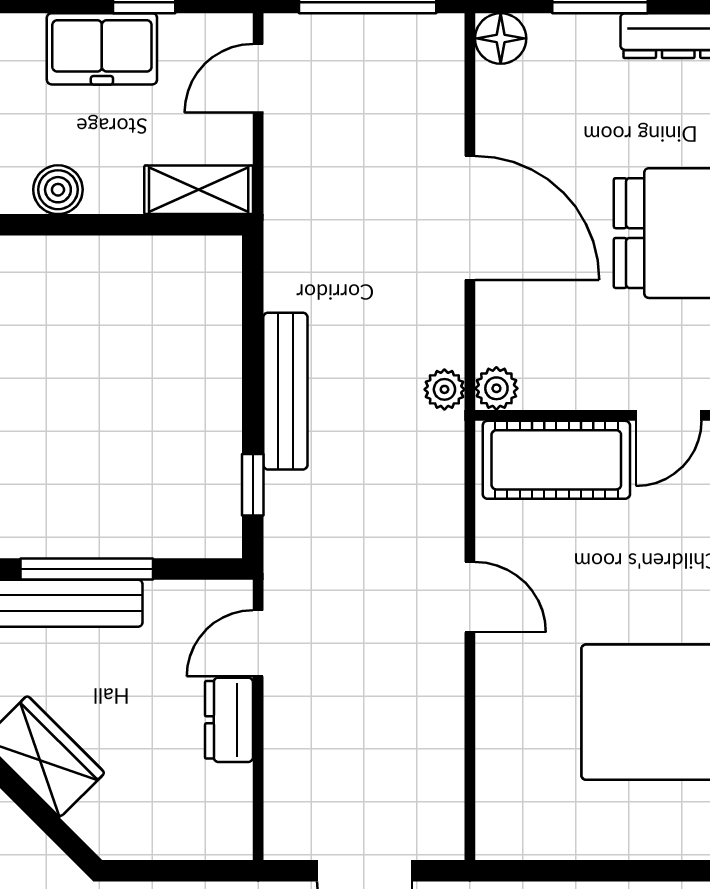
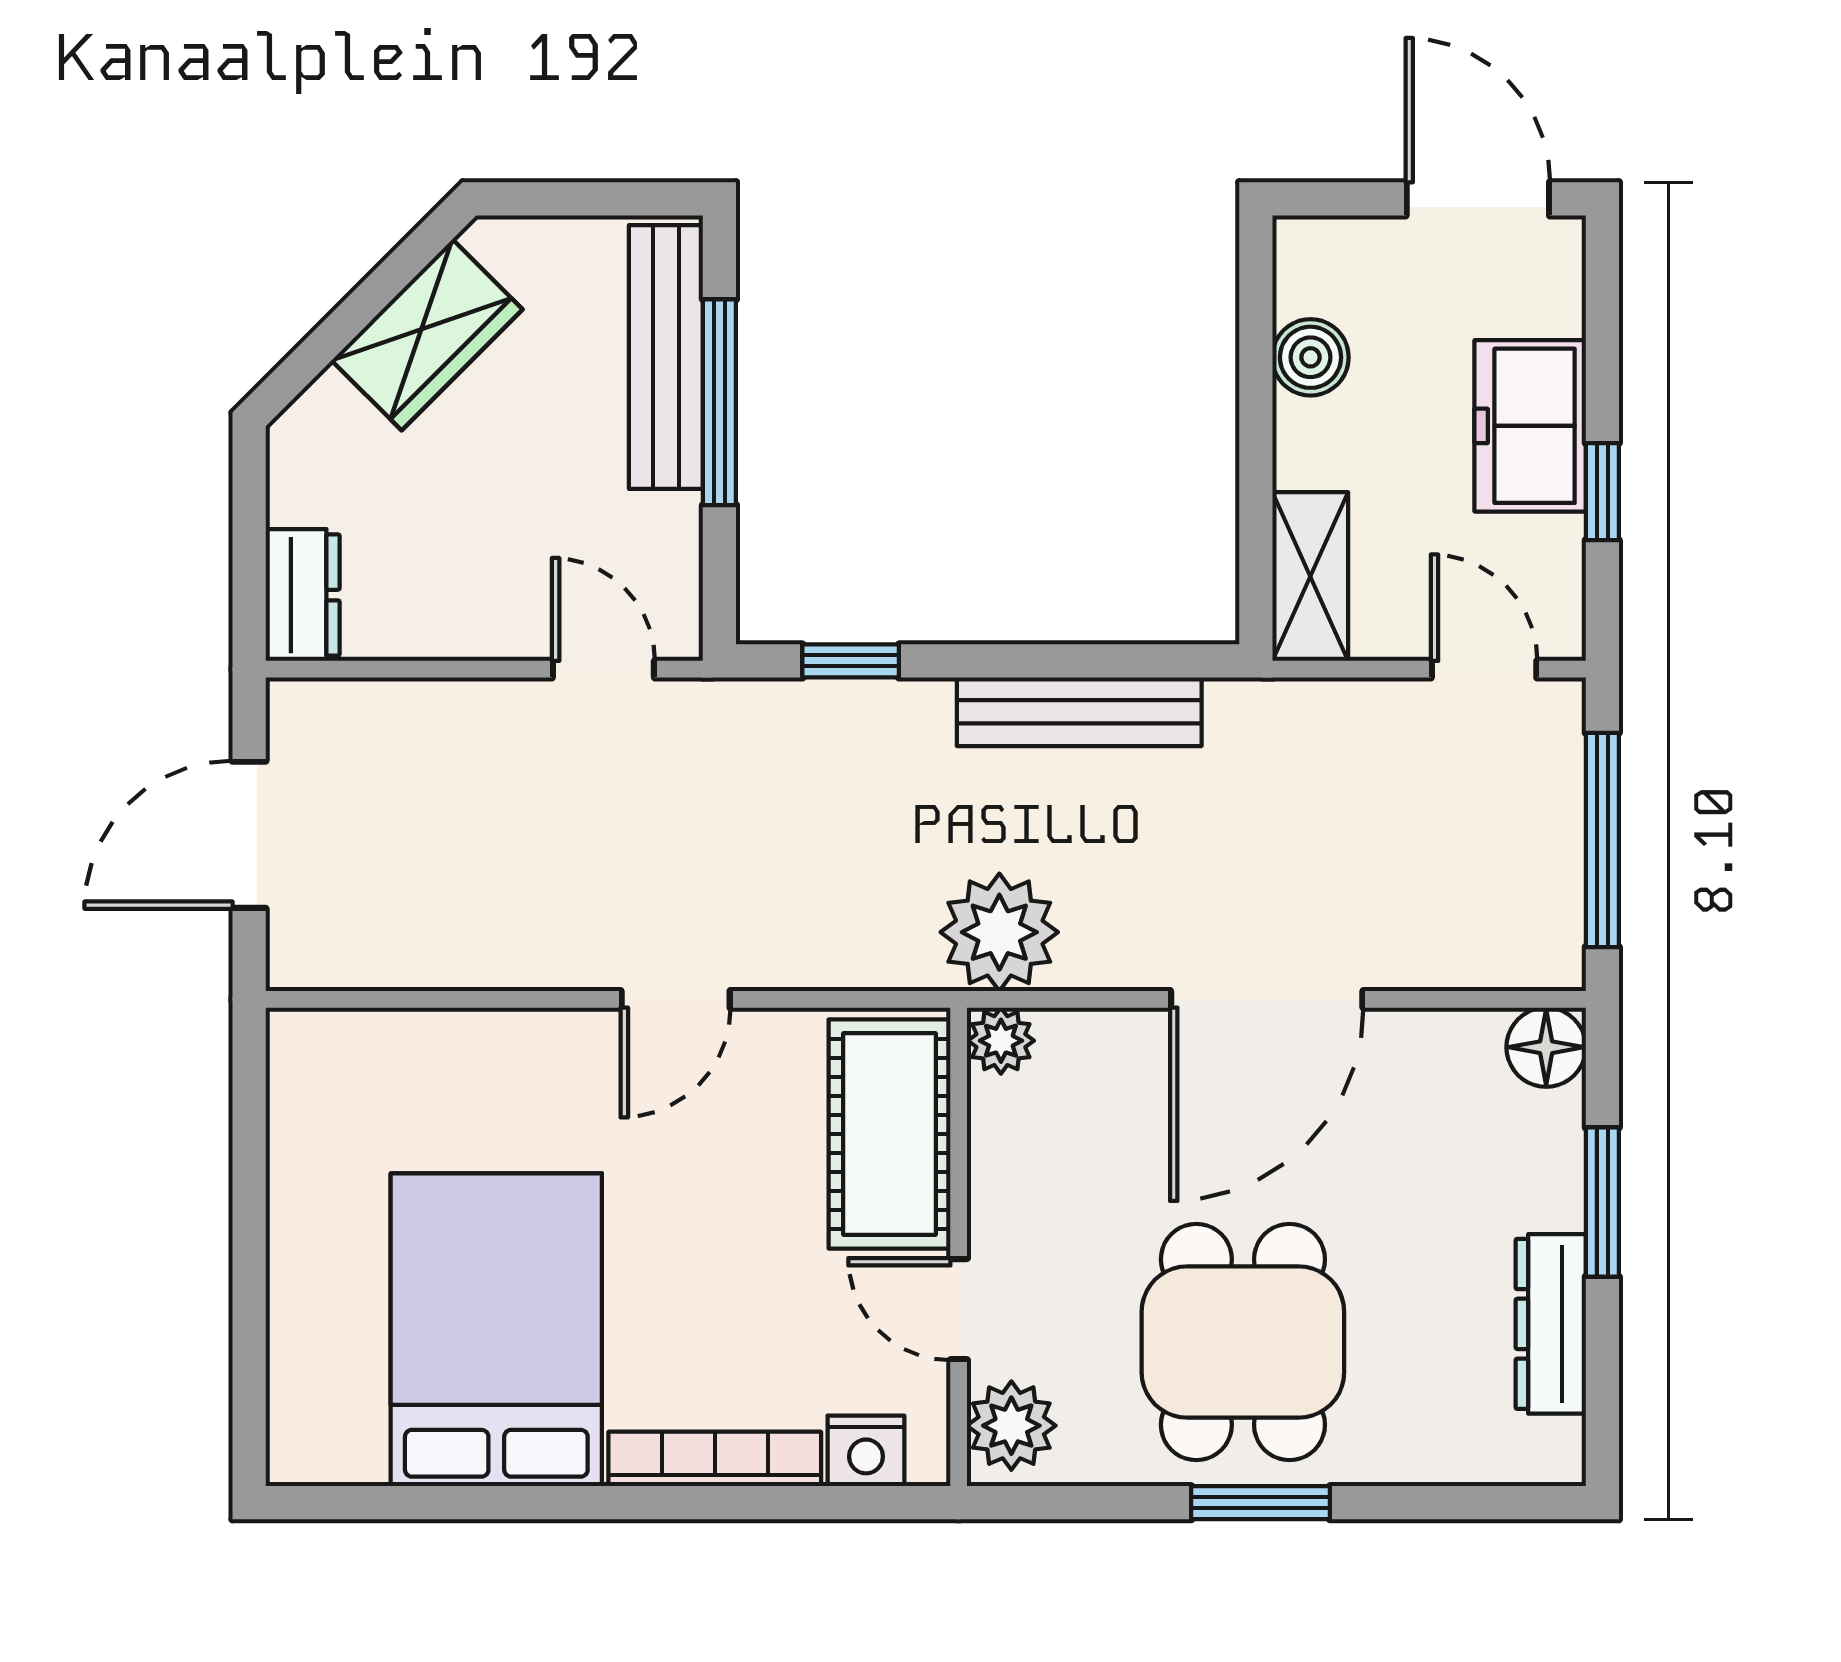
plant: (444, 389) -> (999, 932), width x1.88, depth x1.88
bench: (285, 391) -> (1079, 712), moved
dresser: (229, 720) -> (303, 595), moved, turned 90

